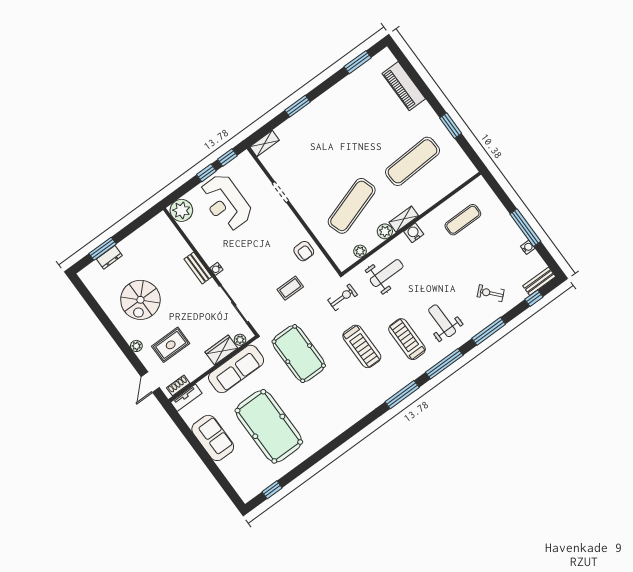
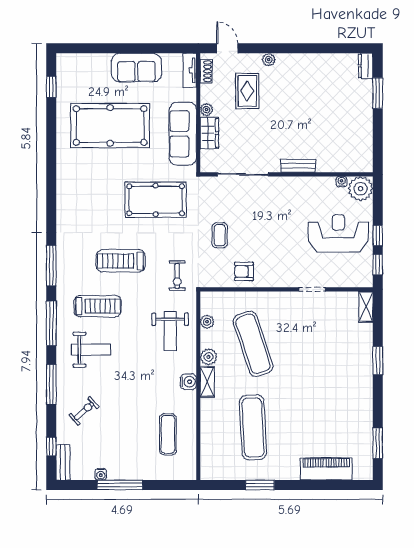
dresser: (109, 257) -> (366, 66), moved
water cooler: (216, 269) -> (342, 182), moved
spiral stairs: (140, 300) -> (307, 93), removed
plant: (240, 340) -> (206, 110), moved

